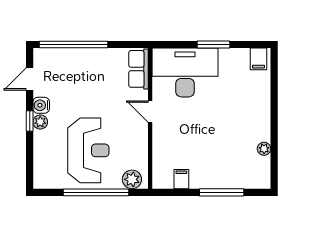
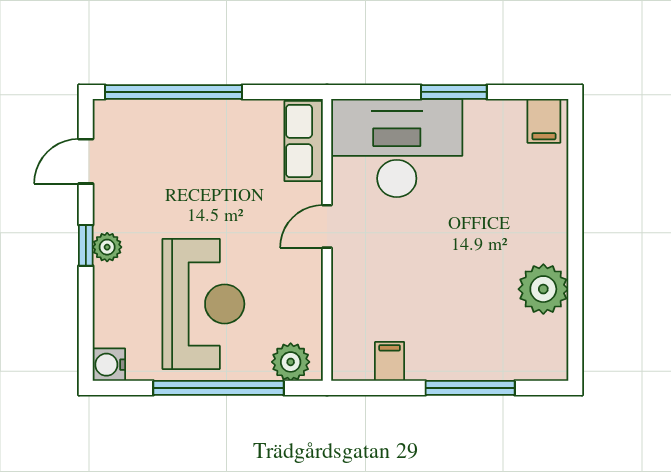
water cooler: (41, 105) -> (109, 365), moved
door: (150, 112) -> (327, 226), hinge flipped
plant: (264, 149) -> (543, 289), width x1.88, depth x1.88

